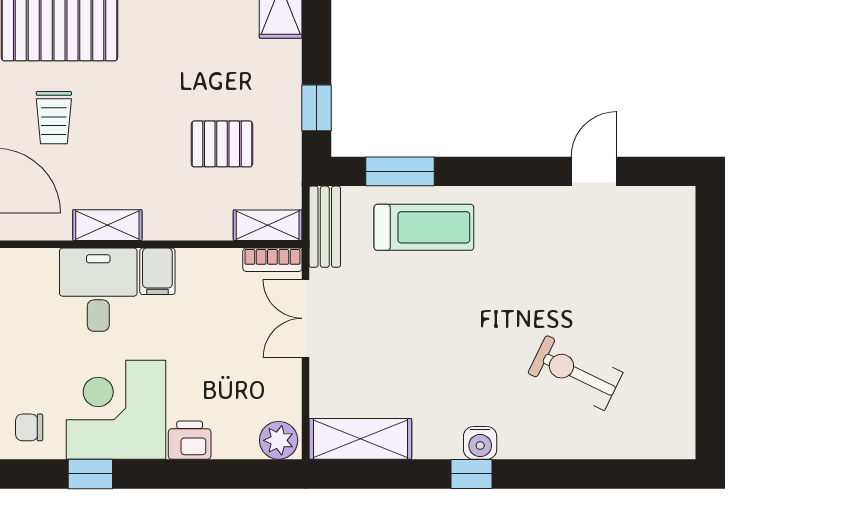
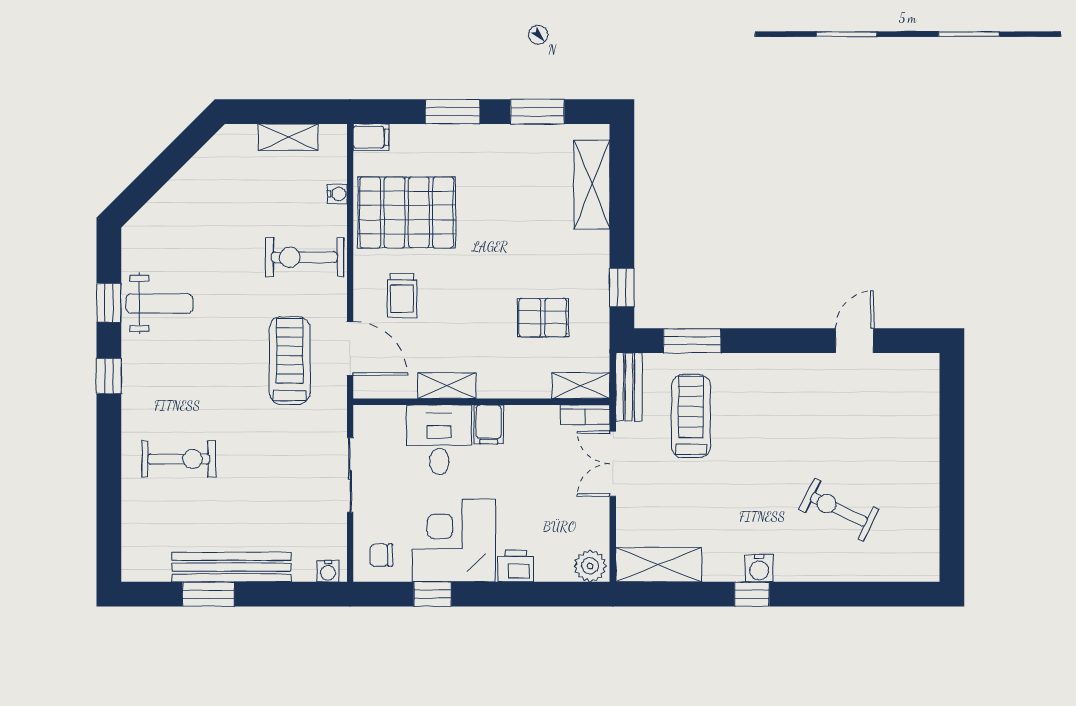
treadmill: (424, 227) -> (691, 416), moved, turned -90

